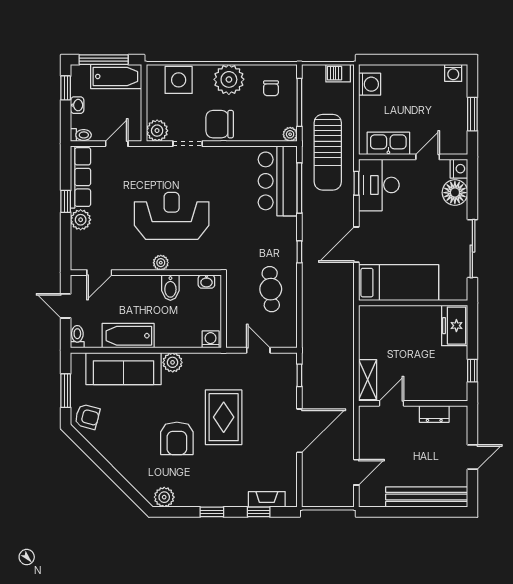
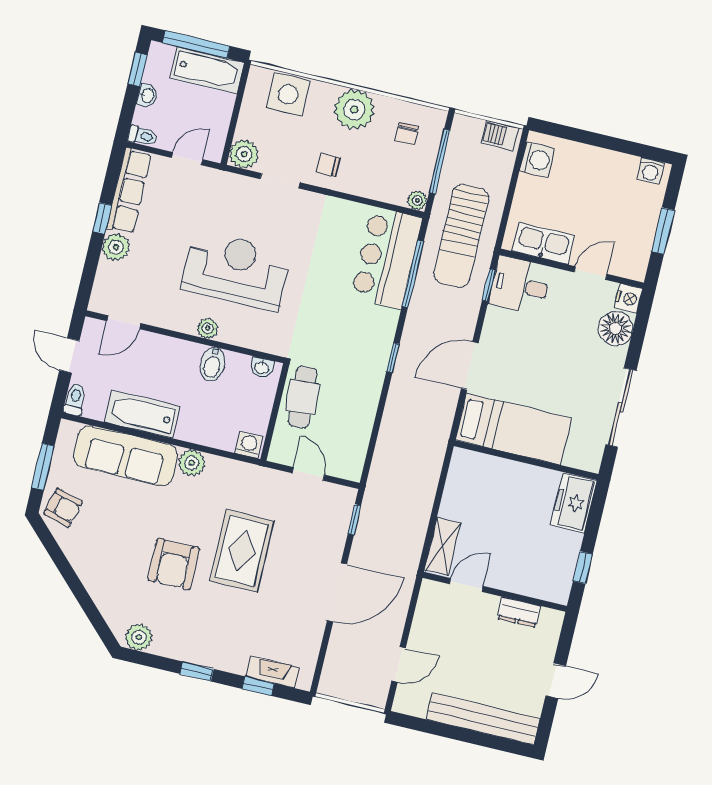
chair: (220, 124) -> (328, 165), width x0.54, depth x0.54
desk: (379, 185) -> (520, 286), width x0.73
cafe table: (271, 289) -> (303, 397), moved

